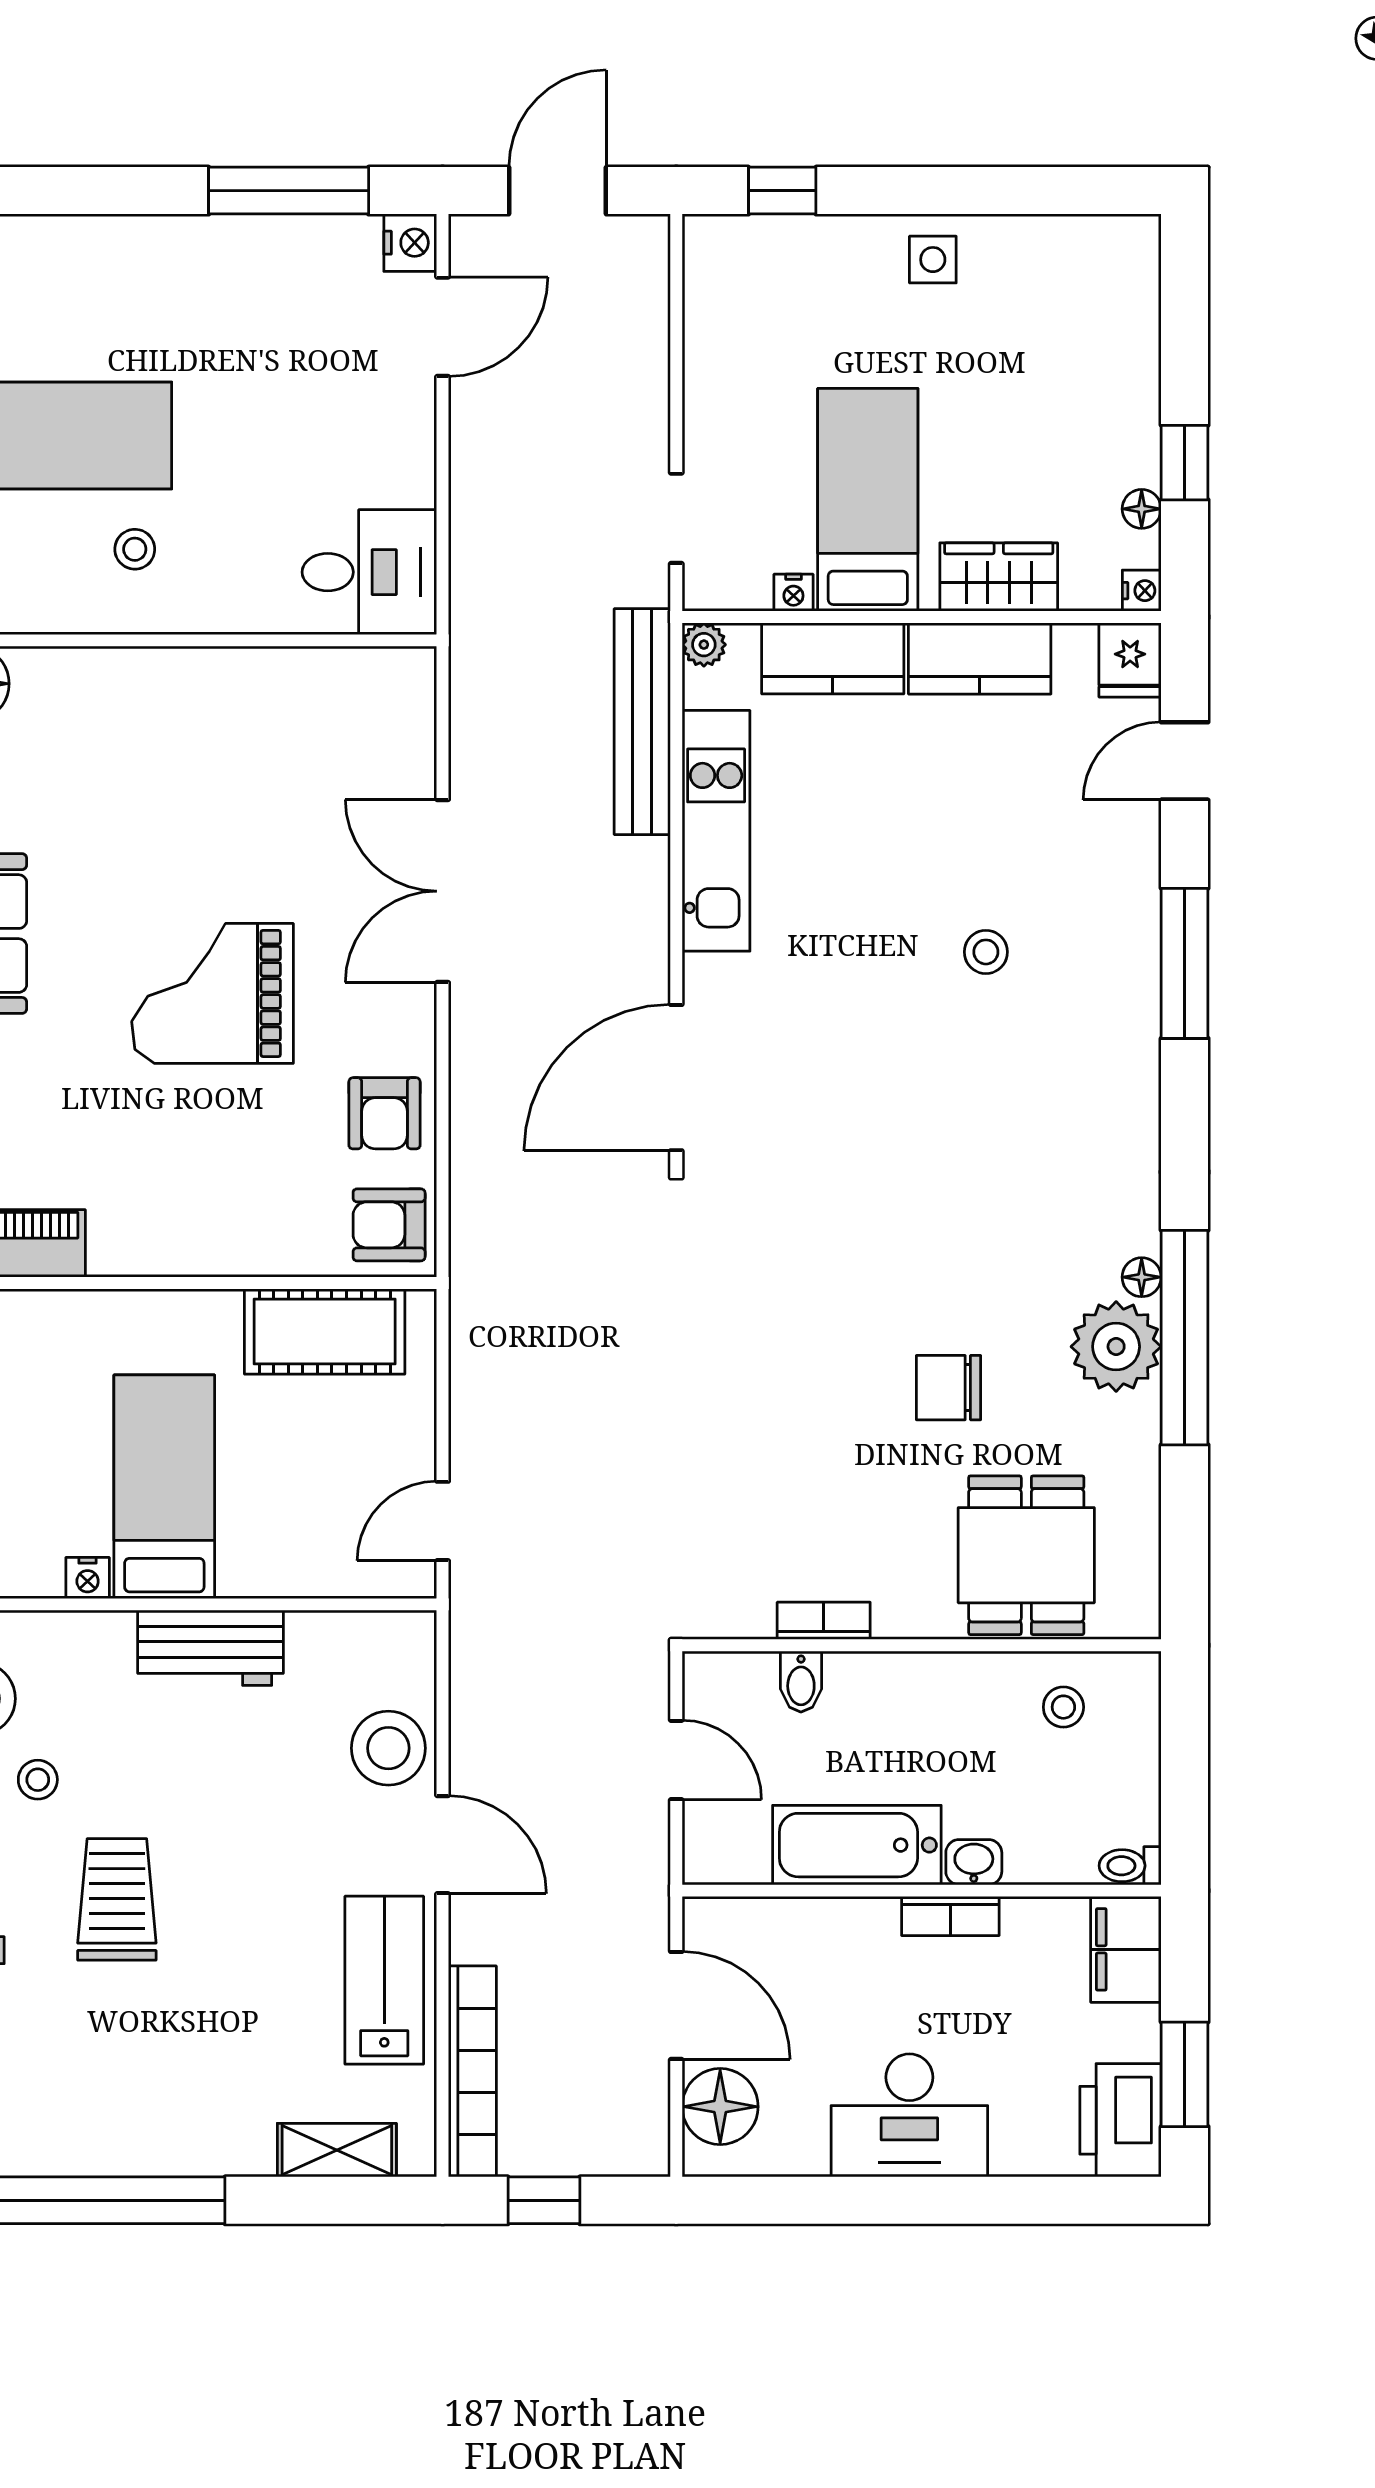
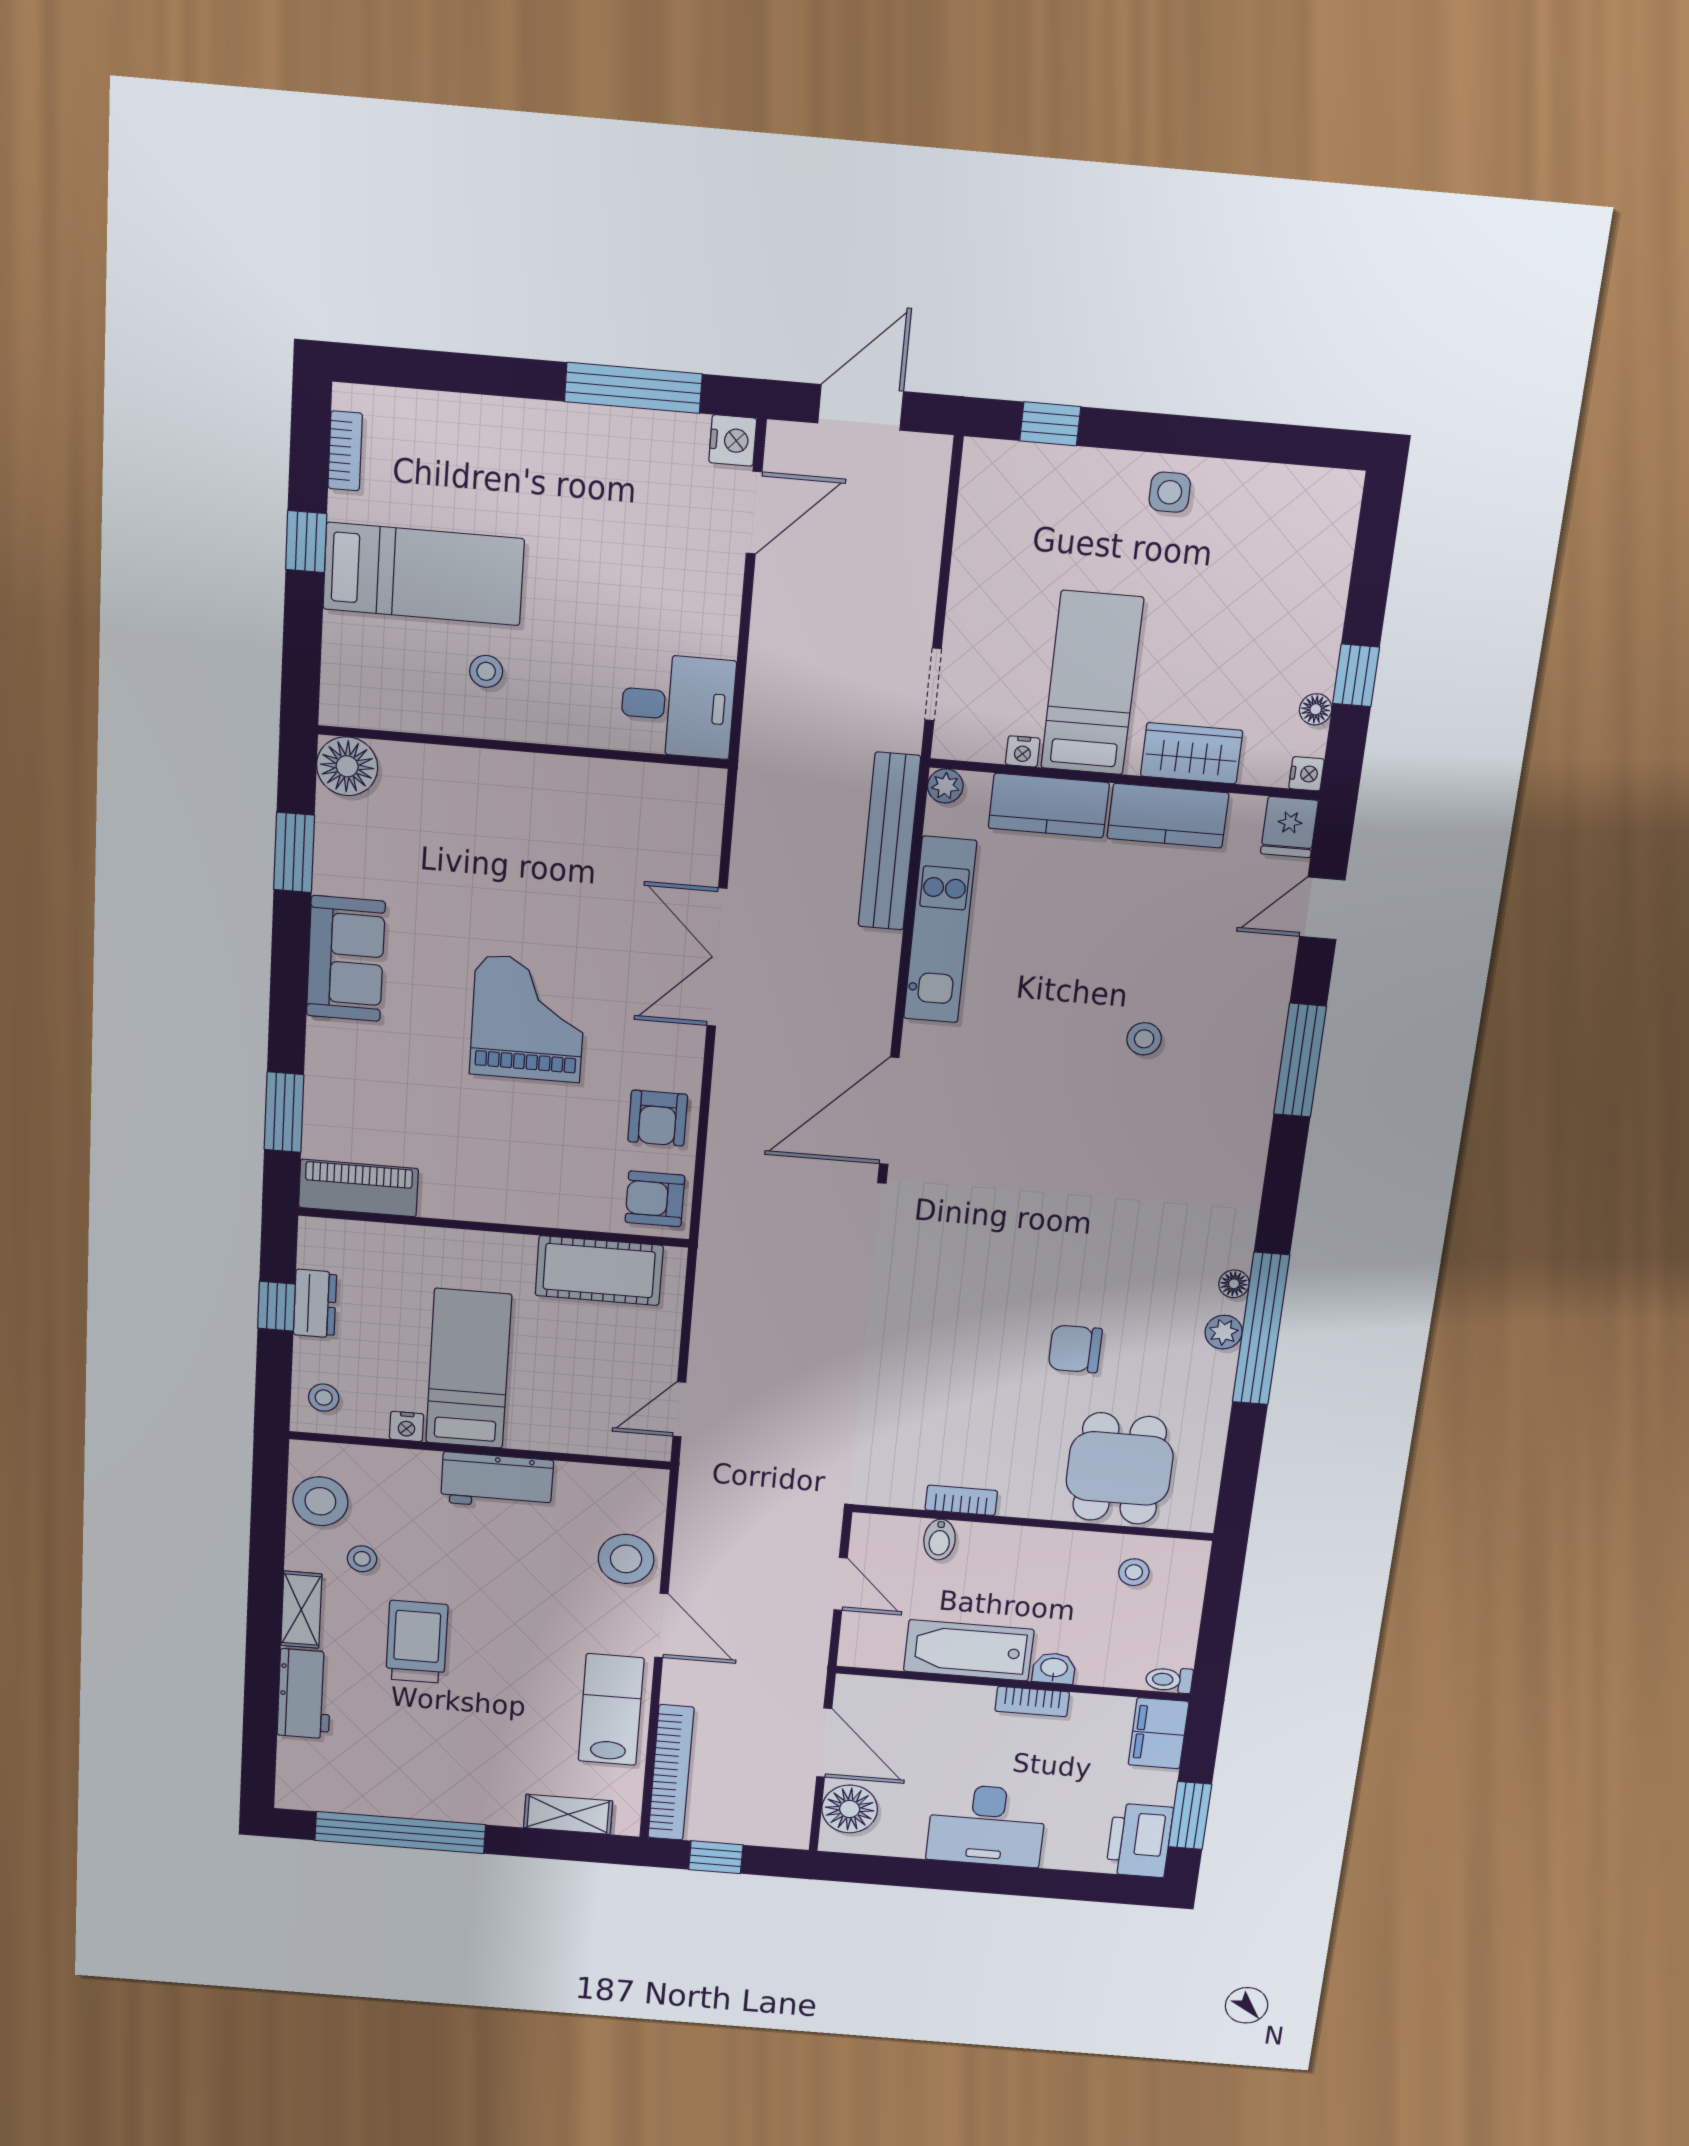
grand piano: (212, 993) -> (528, 1019), turned 90
plant: (1116, 1347) -> (1224, 1332), width x0.53, depth x0.53

